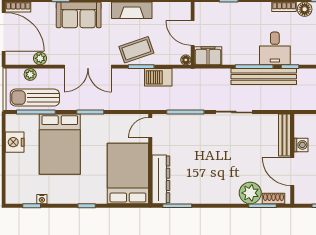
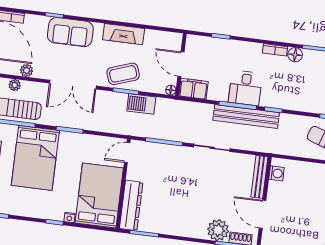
desk: (275, 48) -> (245, 88), moved
washing machine: (301, 145) -> (276, 173), moved
nightstand: (42, 199) -> (69, 218), moved

